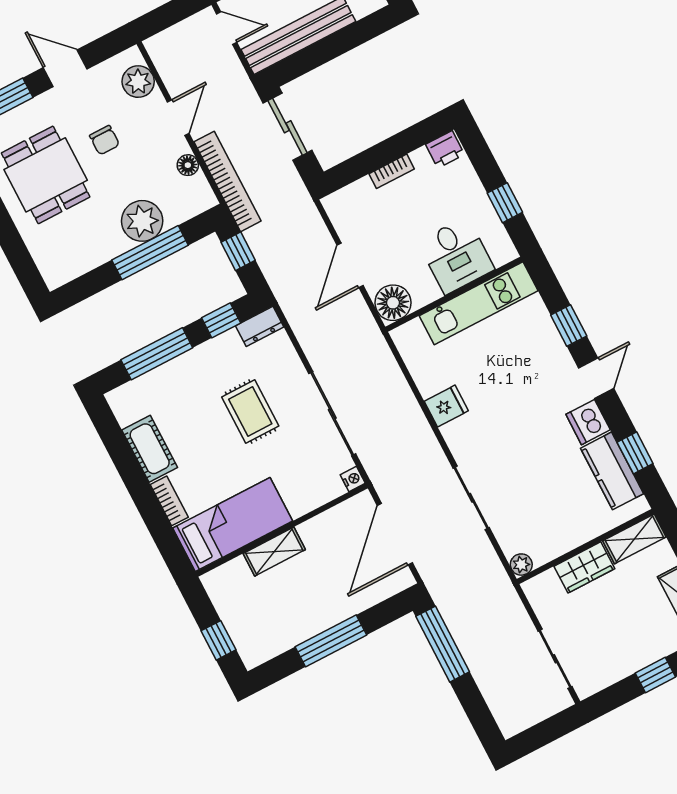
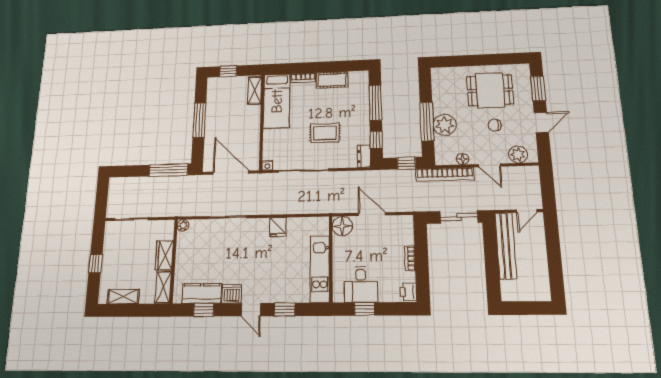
desk: (456, 256) -> (361, 284), moved, turned -90
shelving: (274, 552) -> (255, 90), moved

